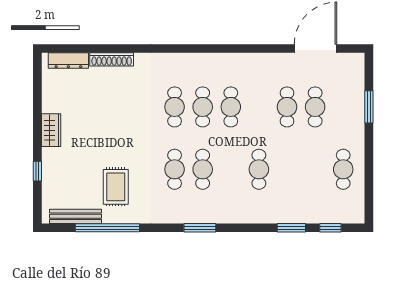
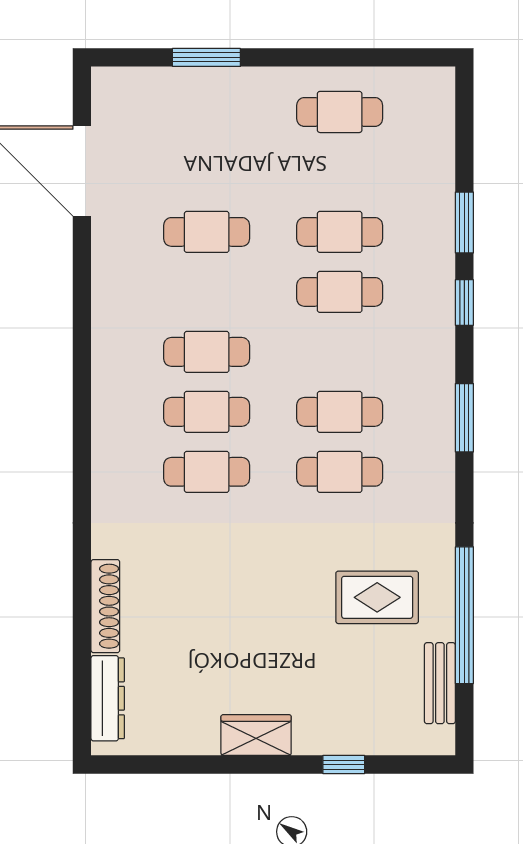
cafe table: (315, 107) -> (340, 232), moved
bench: (75, 216) -> (440, 683), width x0.73
window: (330, 228) -> (464, 302), moved

